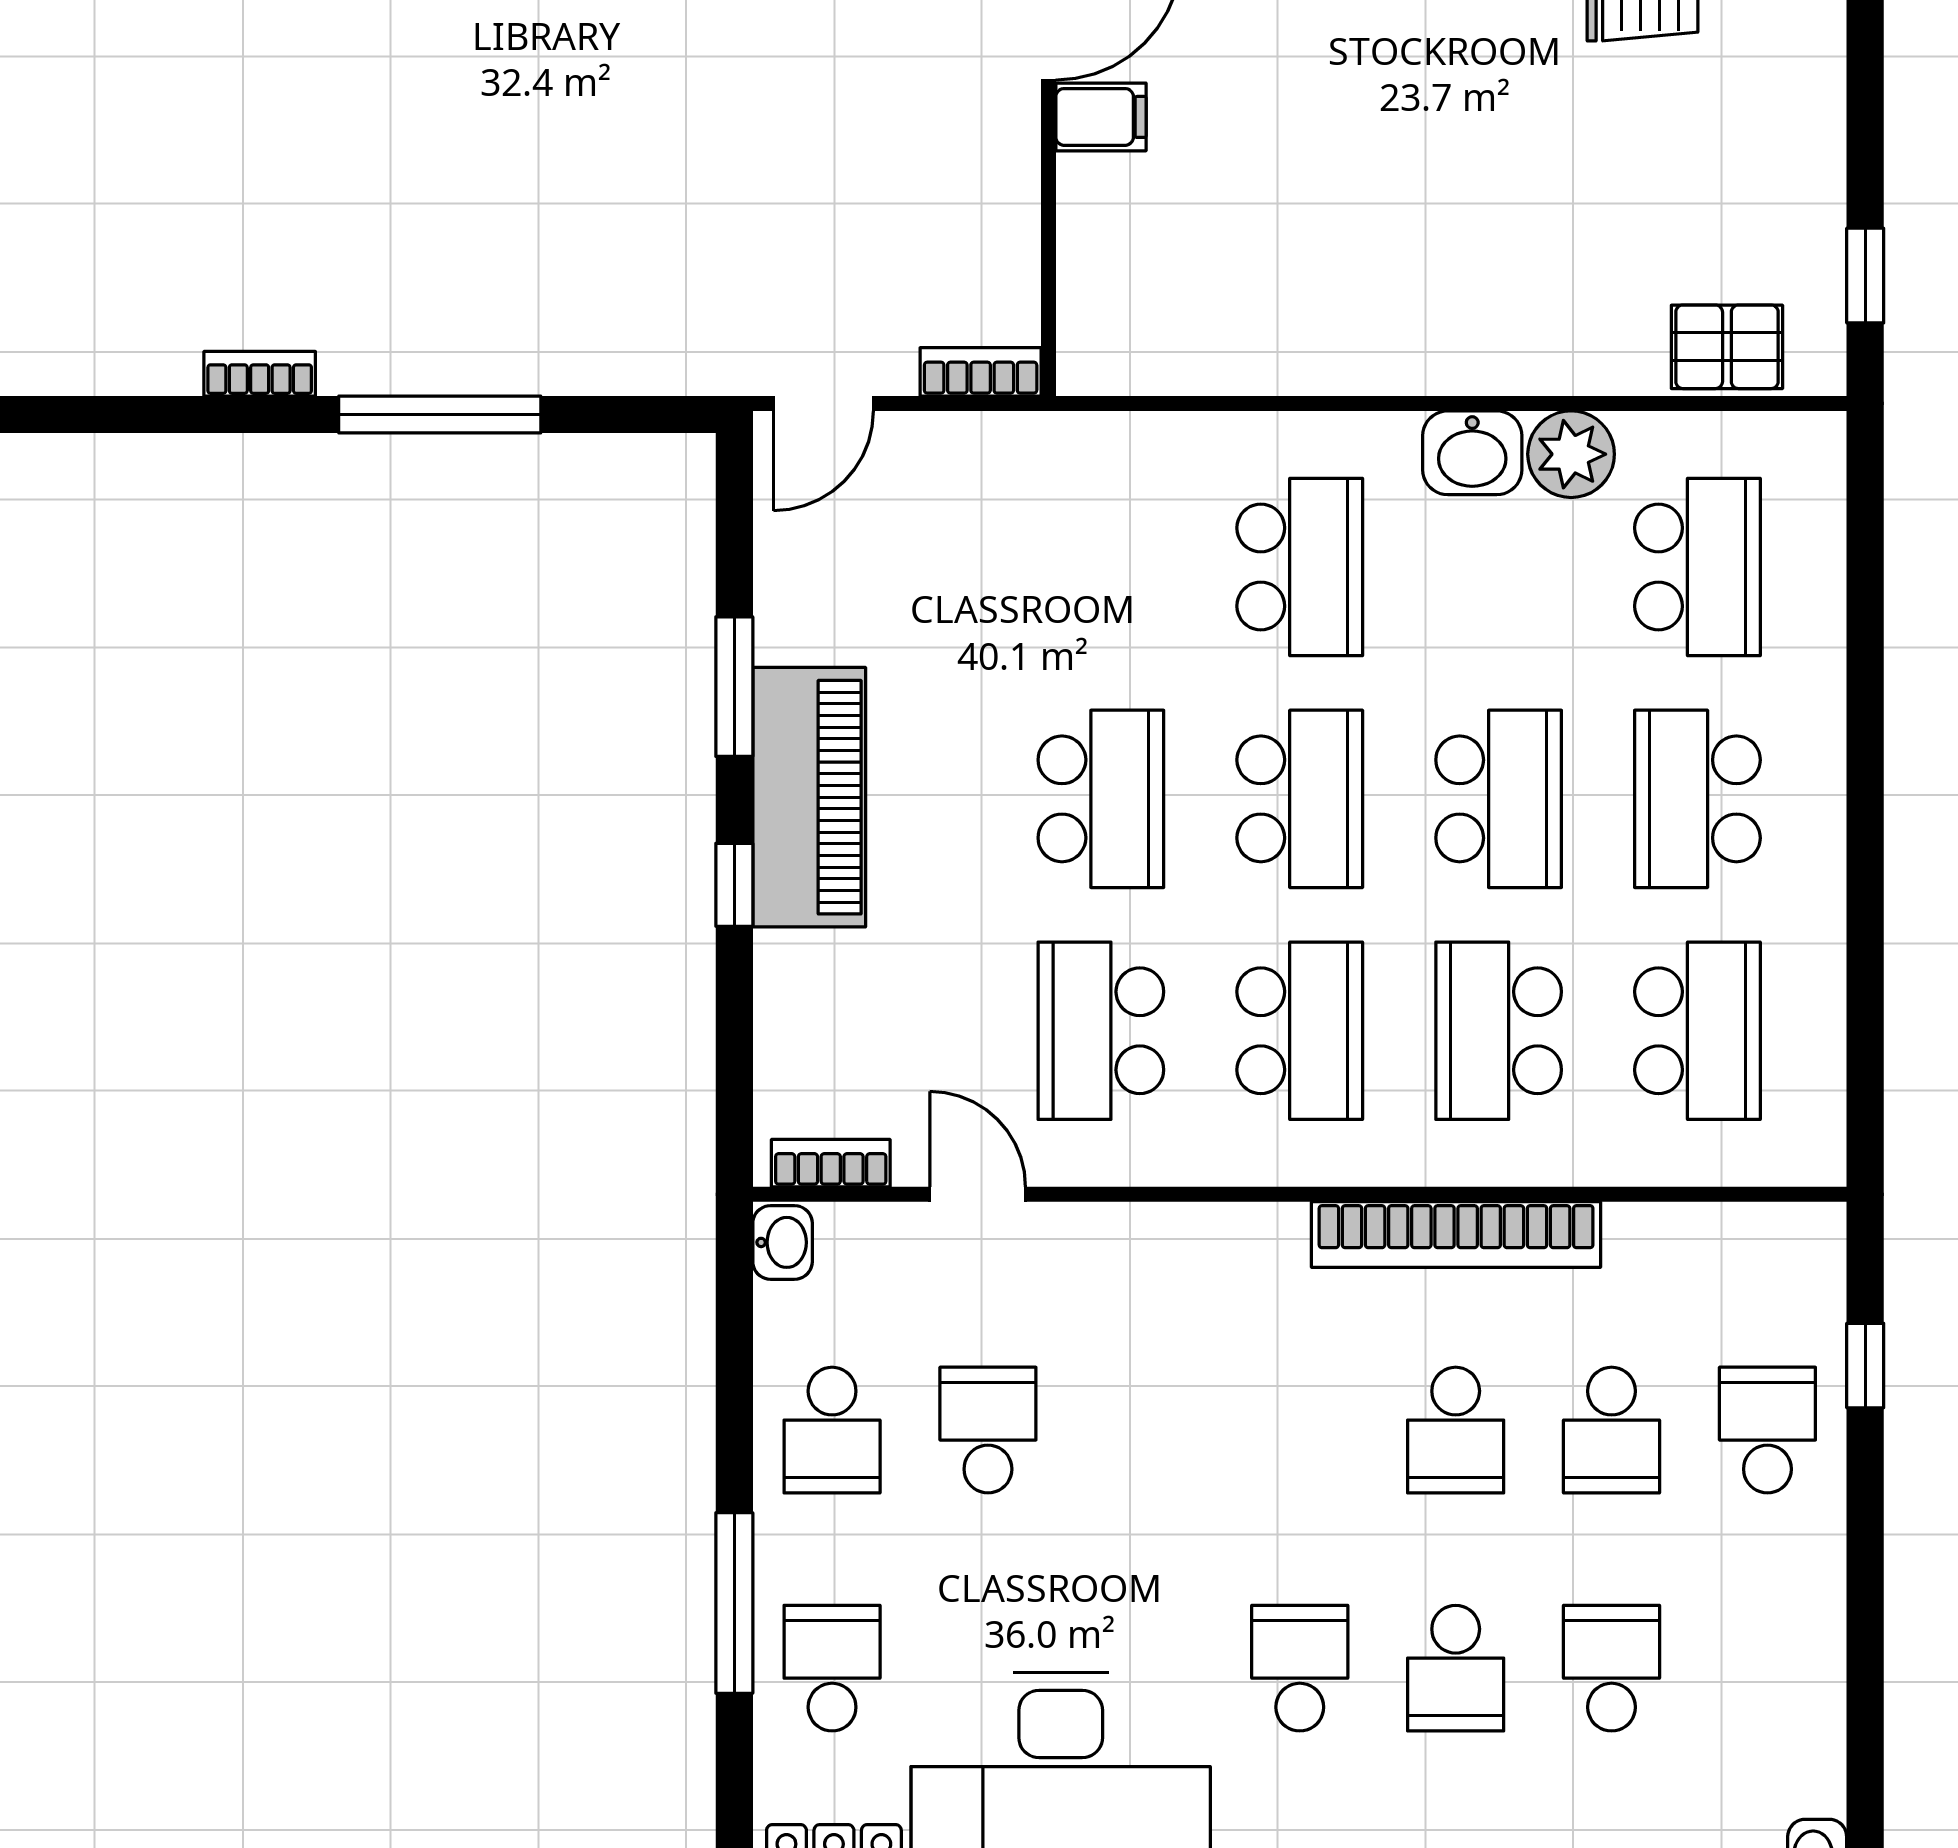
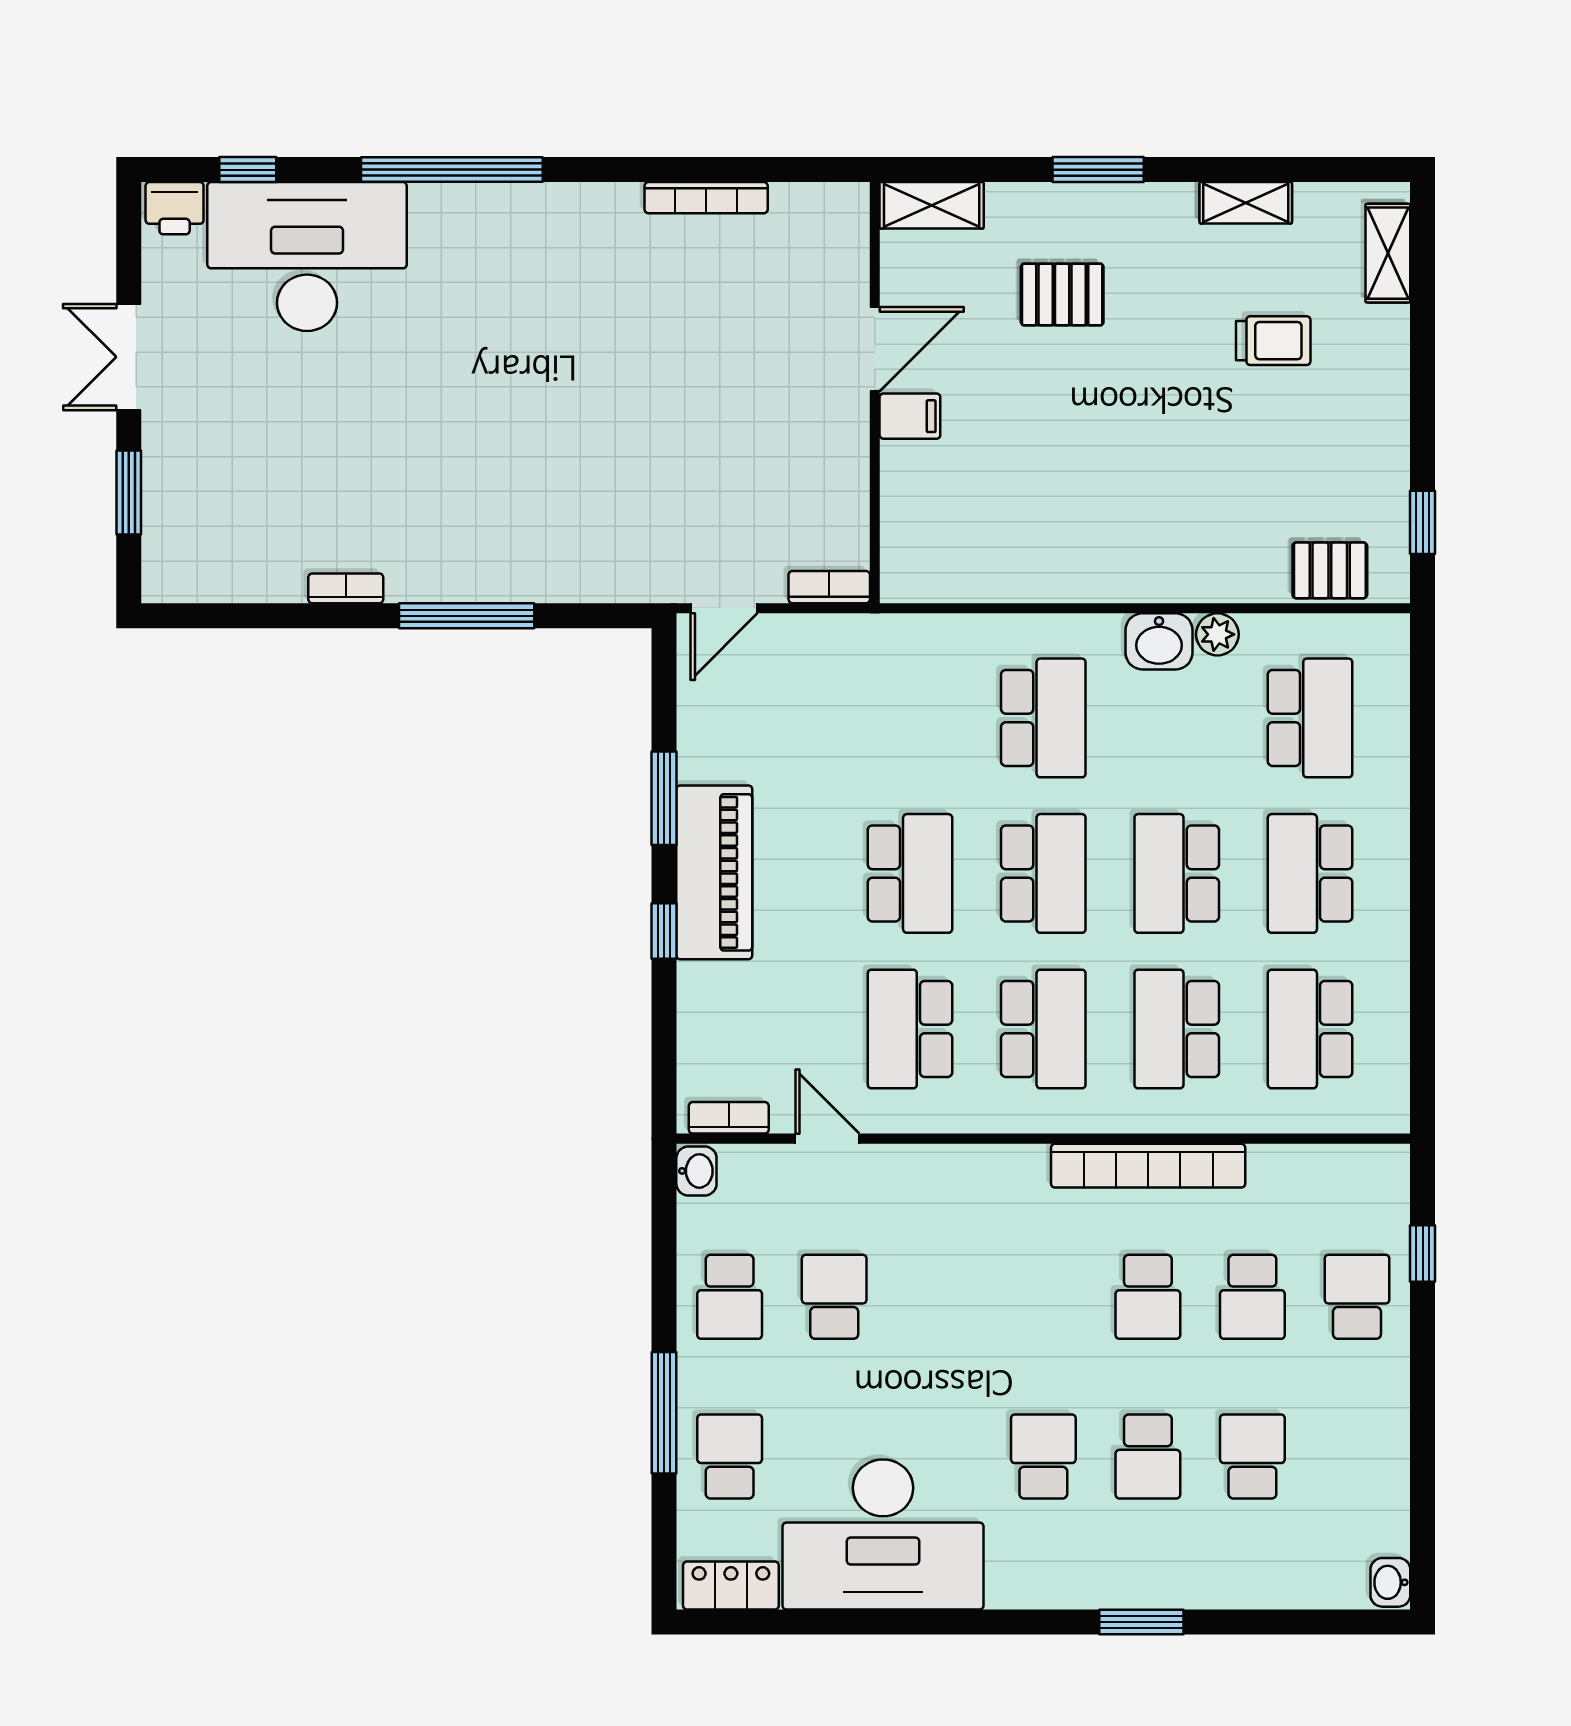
plant: (1571, 454) -> (1217, 634), width x0.73, depth x0.73
school desk: (1499, 799) -> (1177, 873), turned 180
school desk: (1697, 1031) -> (1310, 1029), turned 180

